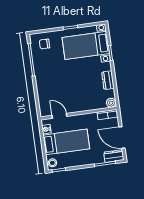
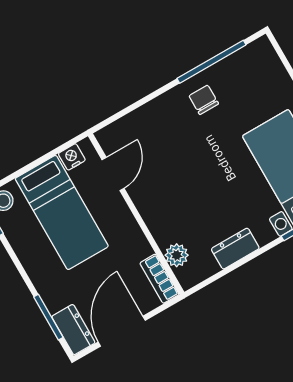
chair: (44, 44) -> (204, 100), moved
plant: (111, 103) -> (177, 255), moved

